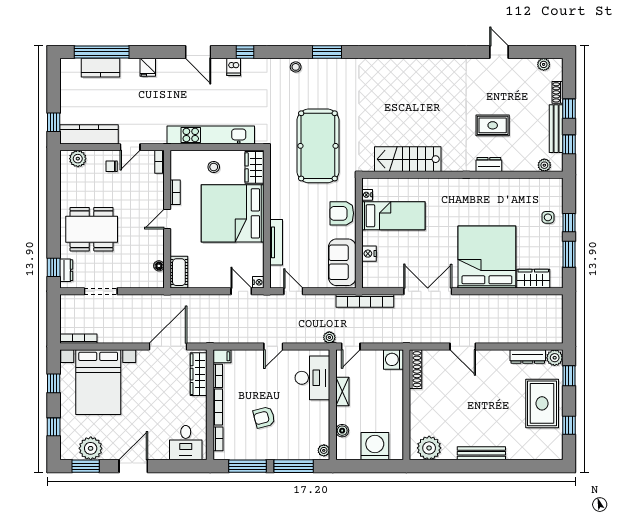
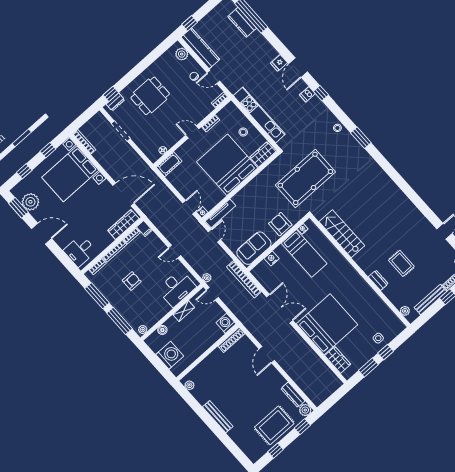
fridge: (148, 67) -> (279, 63), moved
window: (569, 144) -> (428, 314), removed
dining table: (92, 229) -> (150, 96), width x0.73
tv unit: (276, 242) -> (220, 213), moved
armchair: (264, 417) -> (132, 281), turned 105
plant: (429, 448) -> (189, 385), width x0.53, depth x0.53

